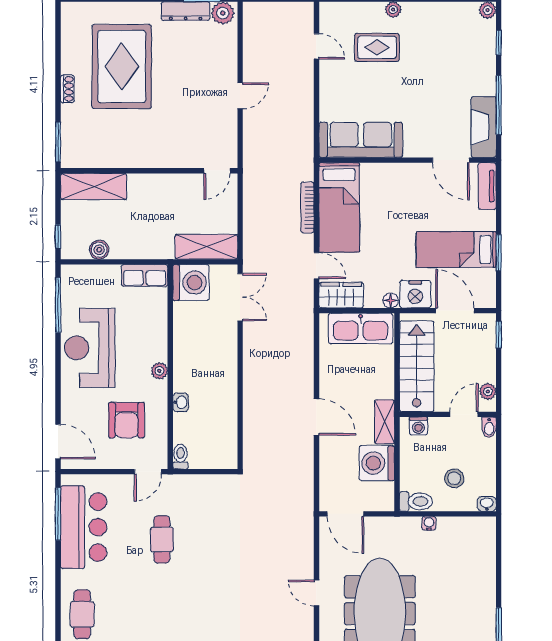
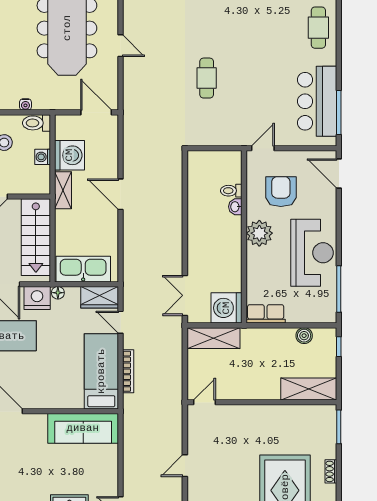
plant: (159, 371) -> (259, 233), width x1.88, depth x1.88
washing machine: (418, 426) -> (43, 157), moved, turned -90
toilet: (181, 456) -> (231, 191), moved, turned 90
cafe table: (162, 539) -> (207, 78), moved

